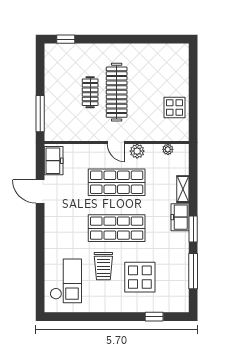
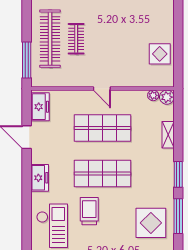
clothes rail: (117, 92) -> (50, 39), moved
plant: (137, 151) -> (167, 97), moved
freezer: (180, 217) -> (40, 178), moved, turned 180
trolley: (103, 266) -> (89, 211), turned 180
display table: (140, 277) -> (151, 223), moved

